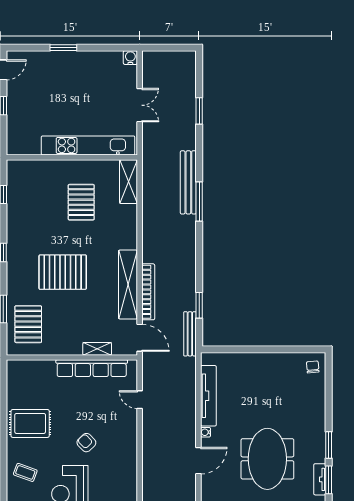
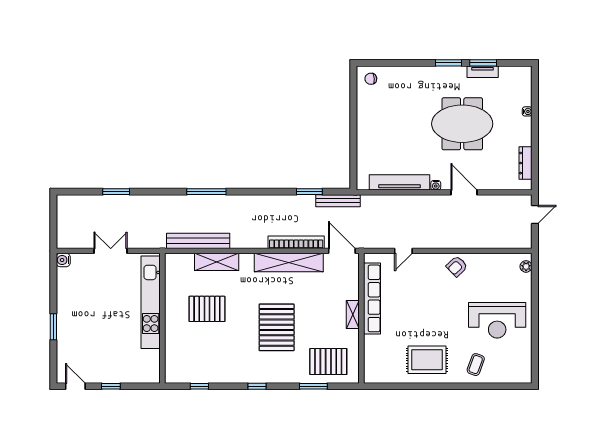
shelving: (129, 182) -> (217, 262), moved
bench: (188, 182) -> (198, 241), moved
door: (140, 338) -> (342, 251), hinge flipped
shelving: (97, 349) -> (353, 314), moved
rug: (30, 423) -> (427, 360), turned 90
armchair: (86, 443) -> (457, 266), moved

